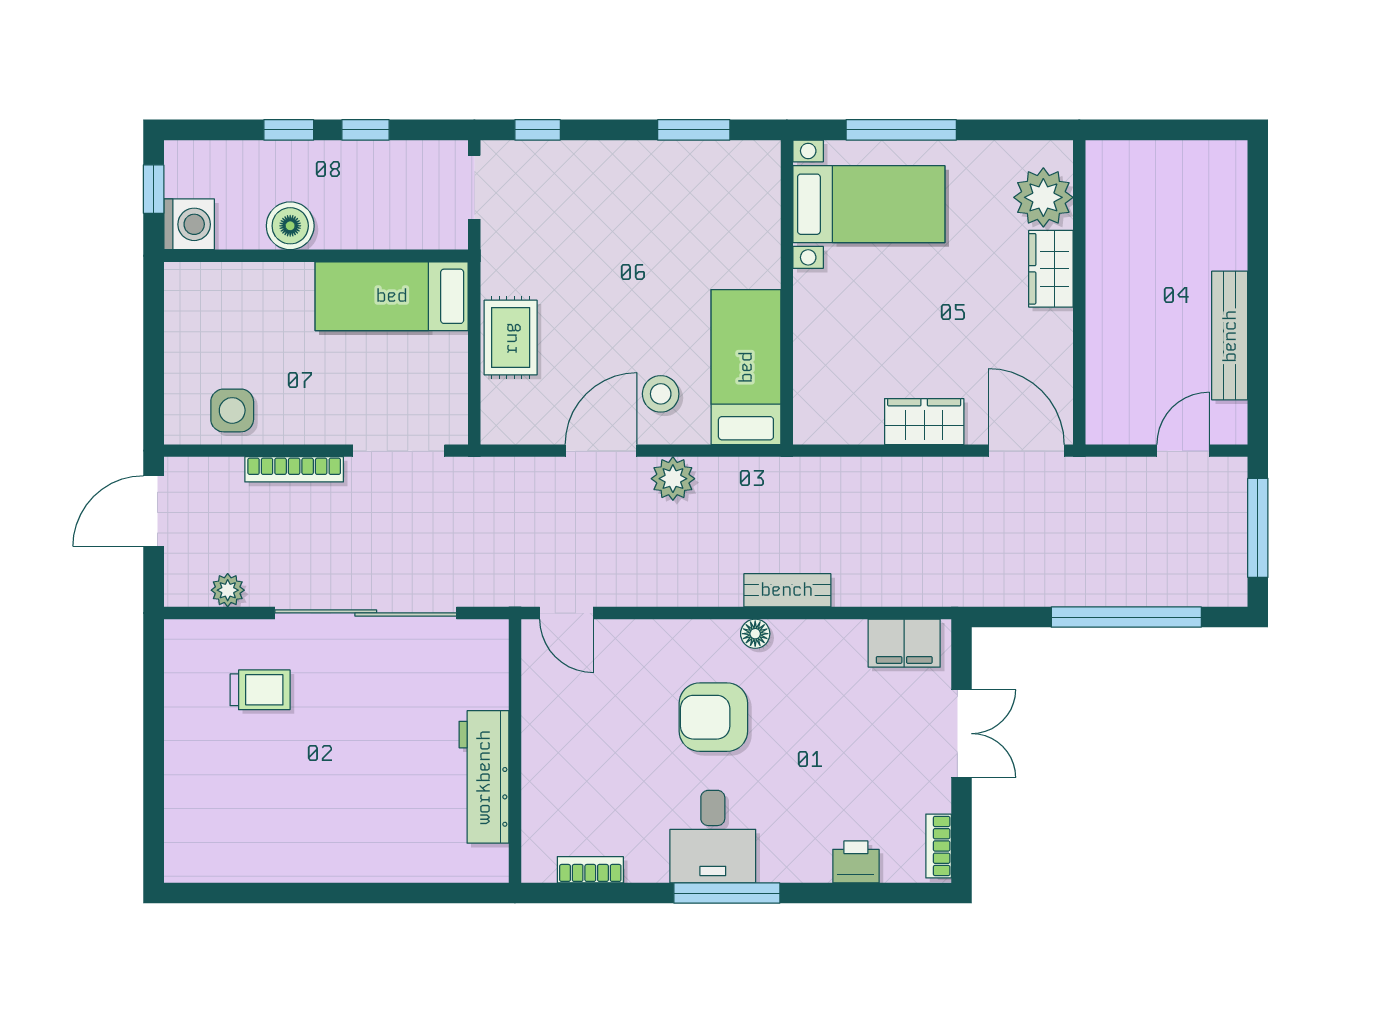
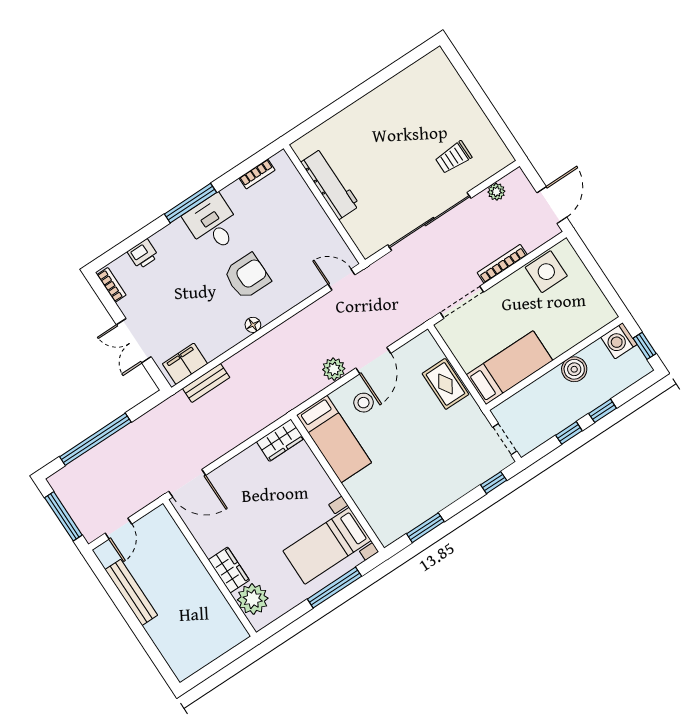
side table: (232, 410) -> (546, 272), width x1.37, depth x1.37
wardrobe: (924, 422) -> (280, 440), moved
bench: (787, 590) -> (206, 383), moved

